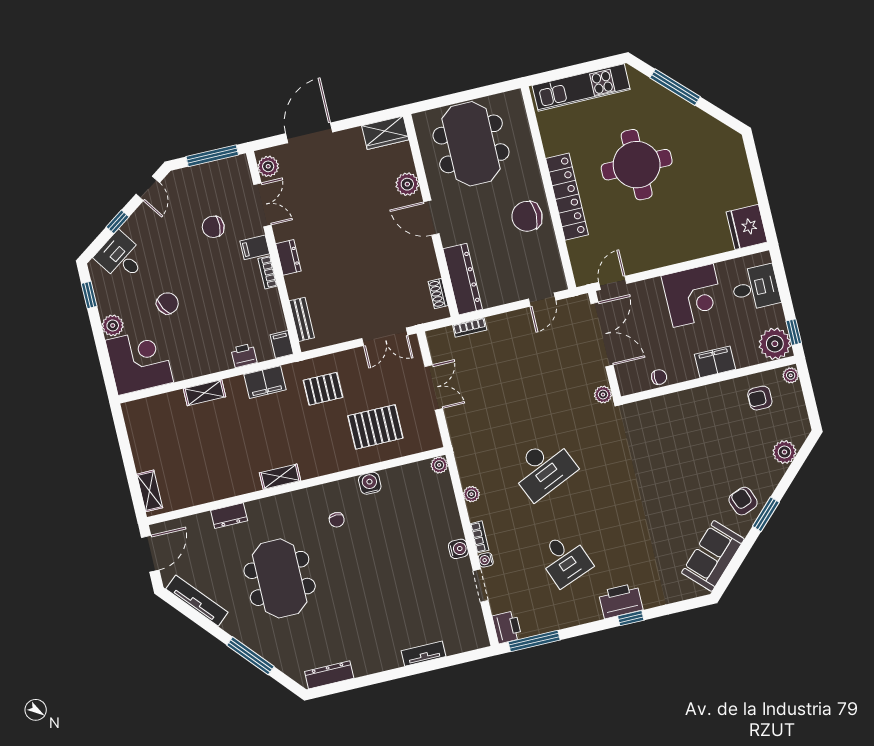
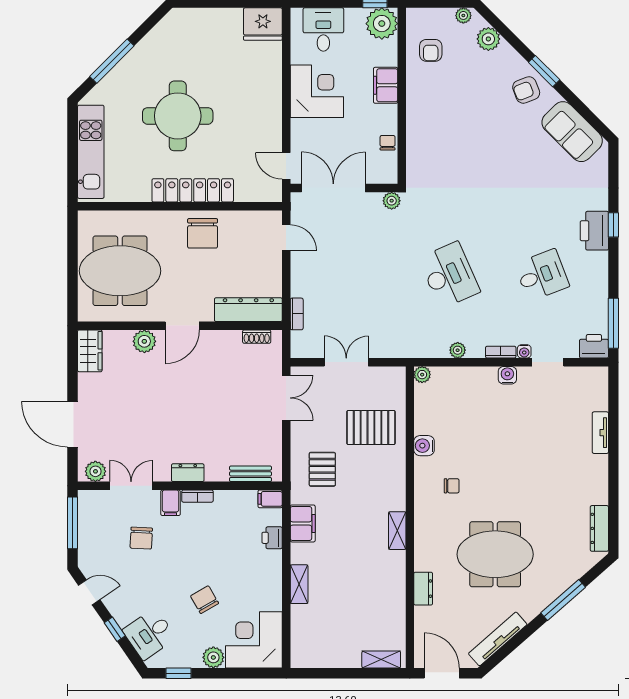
plant: (791, 375) -> (463, 15), moved
pallet: (375, 427) -> (371, 427), turned 90

